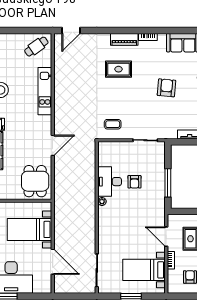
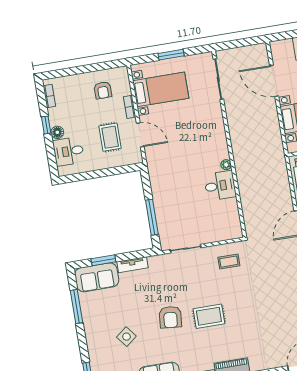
rug: (118, 69) -> (209, 316), moved
desk: (110, 182) -> (220, 186), width x0.73
armchair: (134, 182) -> (190, 195), removed
window: (168, 183) -> (152, 217), moved

